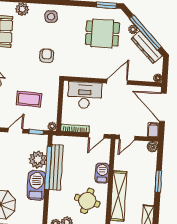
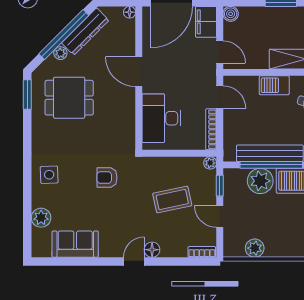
dining table: (102, 33) -> (69, 98), turned 90
coffee table: (29, 99) -> (172, 199), turned 76
filing cabinet: (153, 130) -> (206, 22), width x2.00

